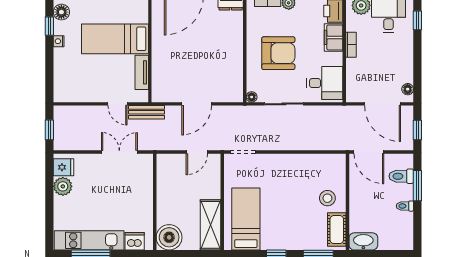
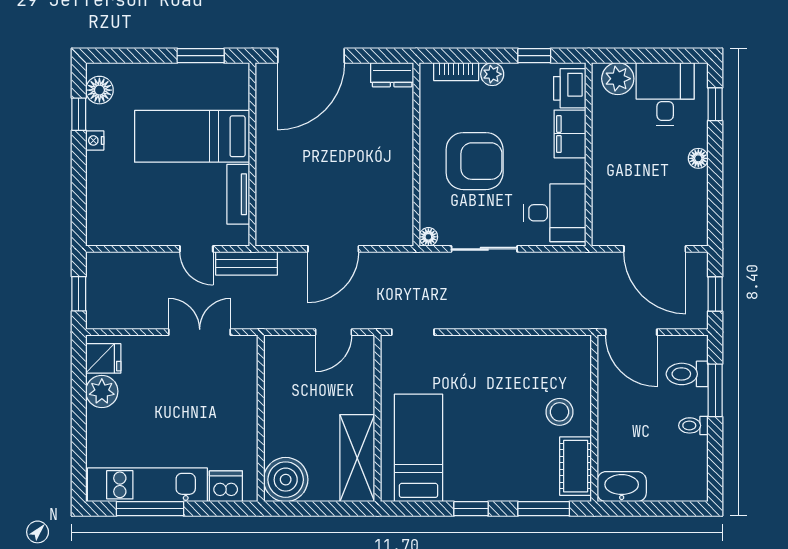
bookcase: (351, 45) -> (600, 146), removed
floor lamp: (408, 89) -> (698, 158), moved

